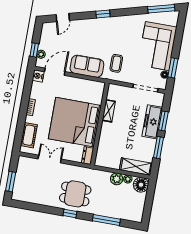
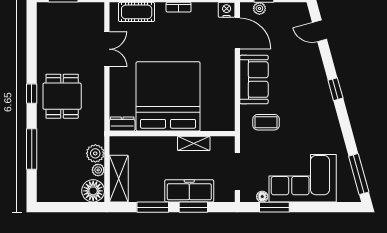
shelving: (109, 111) -> (194, 143), moved
bed: (75, 122) -> (168, 96), moved
wall: (100, 124) -> (172, 134), moved
dresser: (88, 156) -> (122, 124), moved

